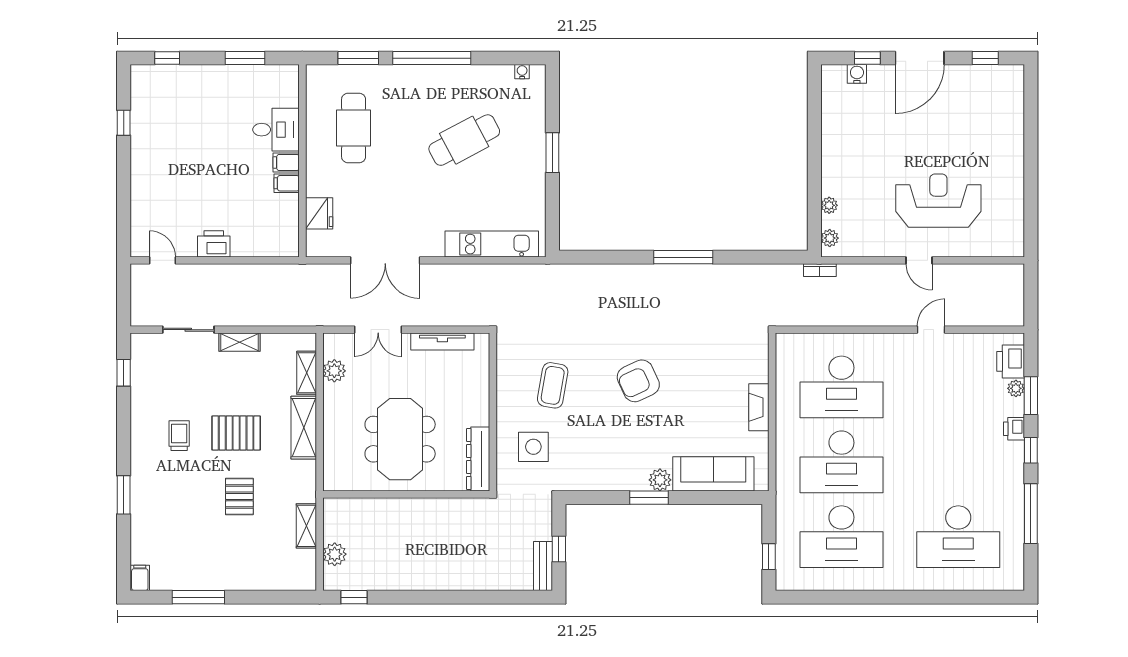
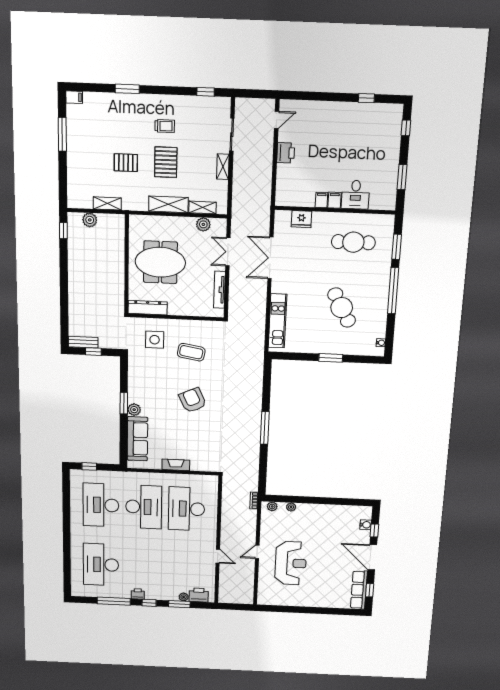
row of seats: (986, 77) -> (359, 590), added
printer: (1014, 429) -> (138, 594), moved
desk: (841, 462) -> (144, 507), turned 180

